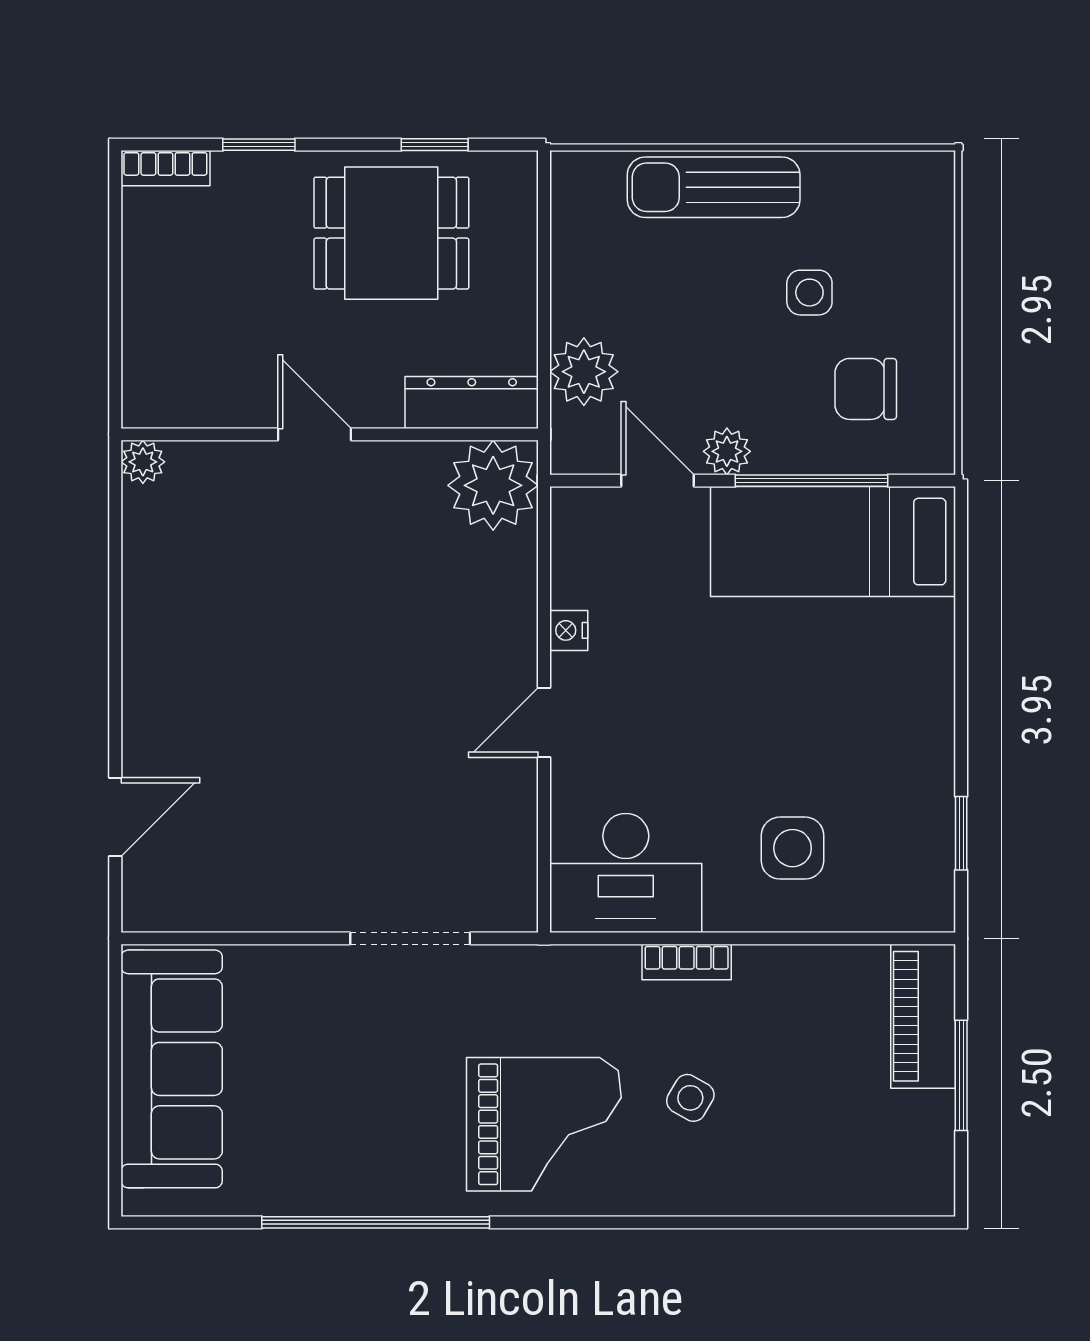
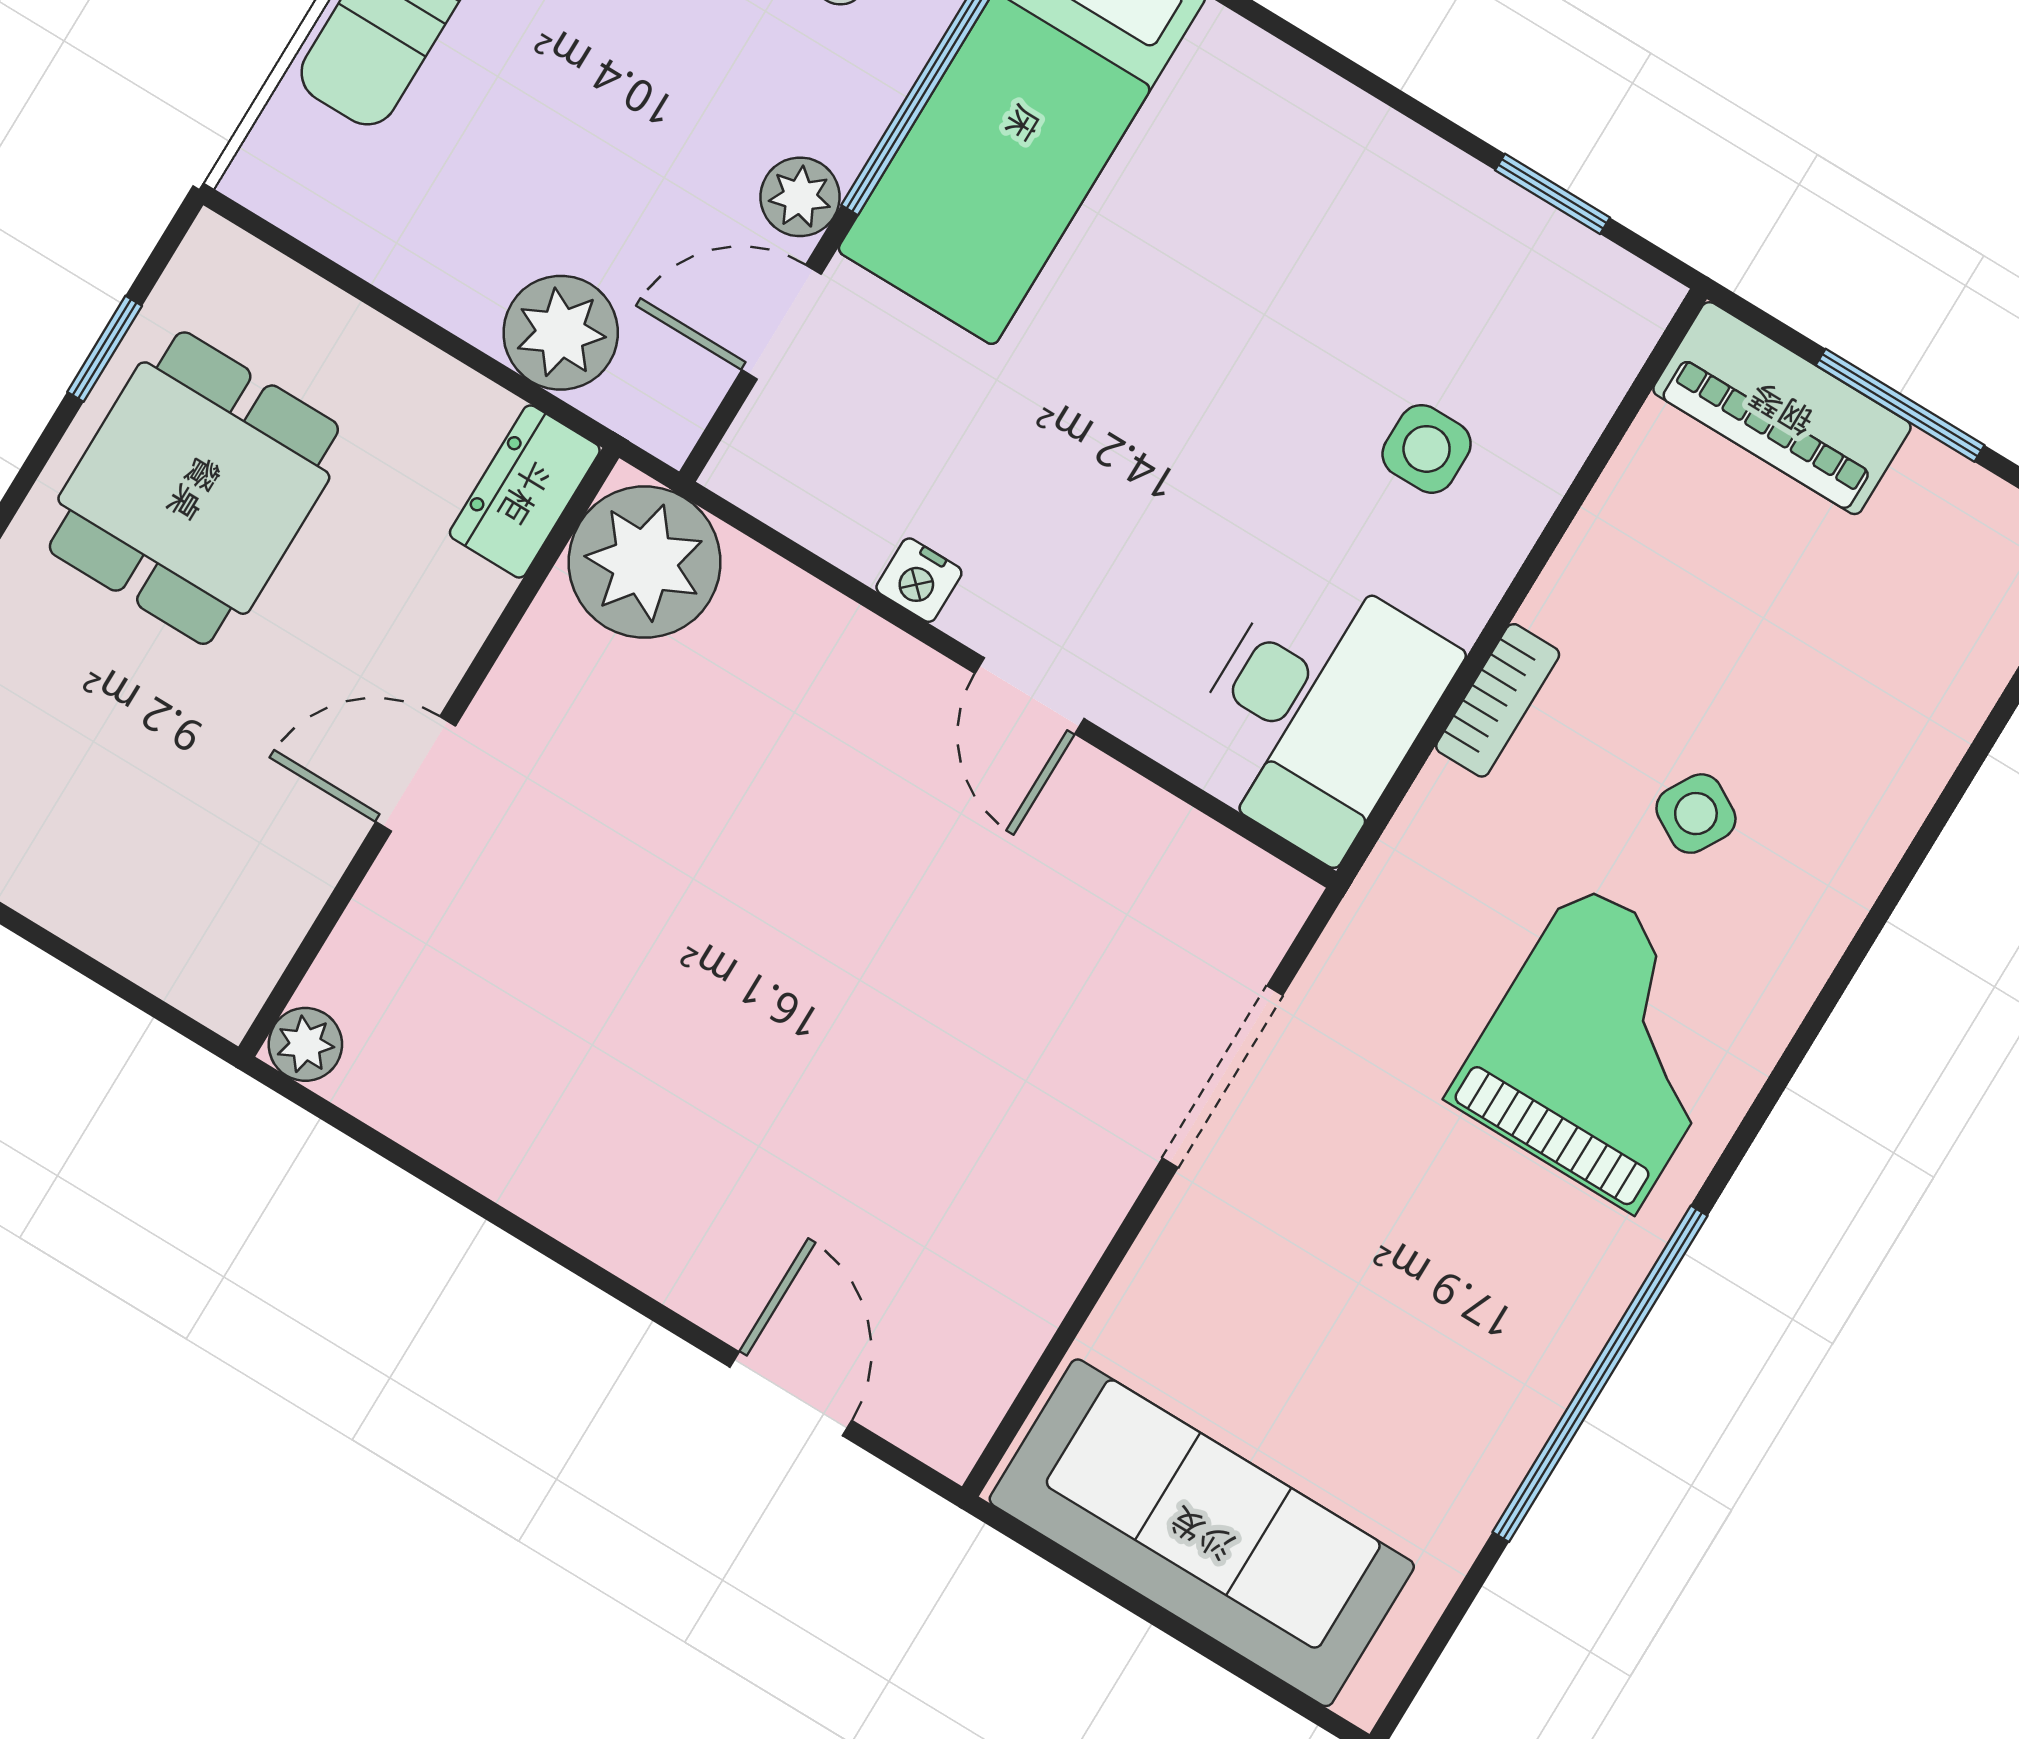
dresser: (472, 403) -> (525, 491), width x0.70
side table: (793, 848) -> (1427, 449), width x0.73, depth x0.73

